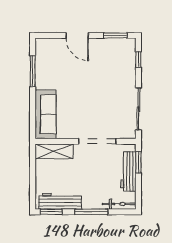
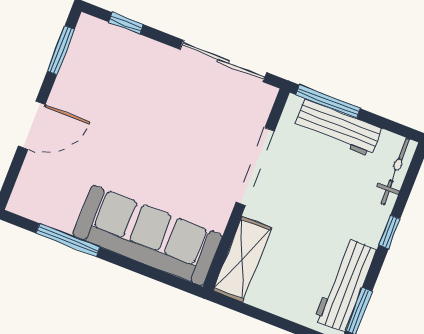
sofa: (46, 114) -> (148, 235), width x1.36, depth x1.27
window: (138, 162) -> (328, 102), width x1.44
window: (91, 212) -> (389, 232), width x0.46

